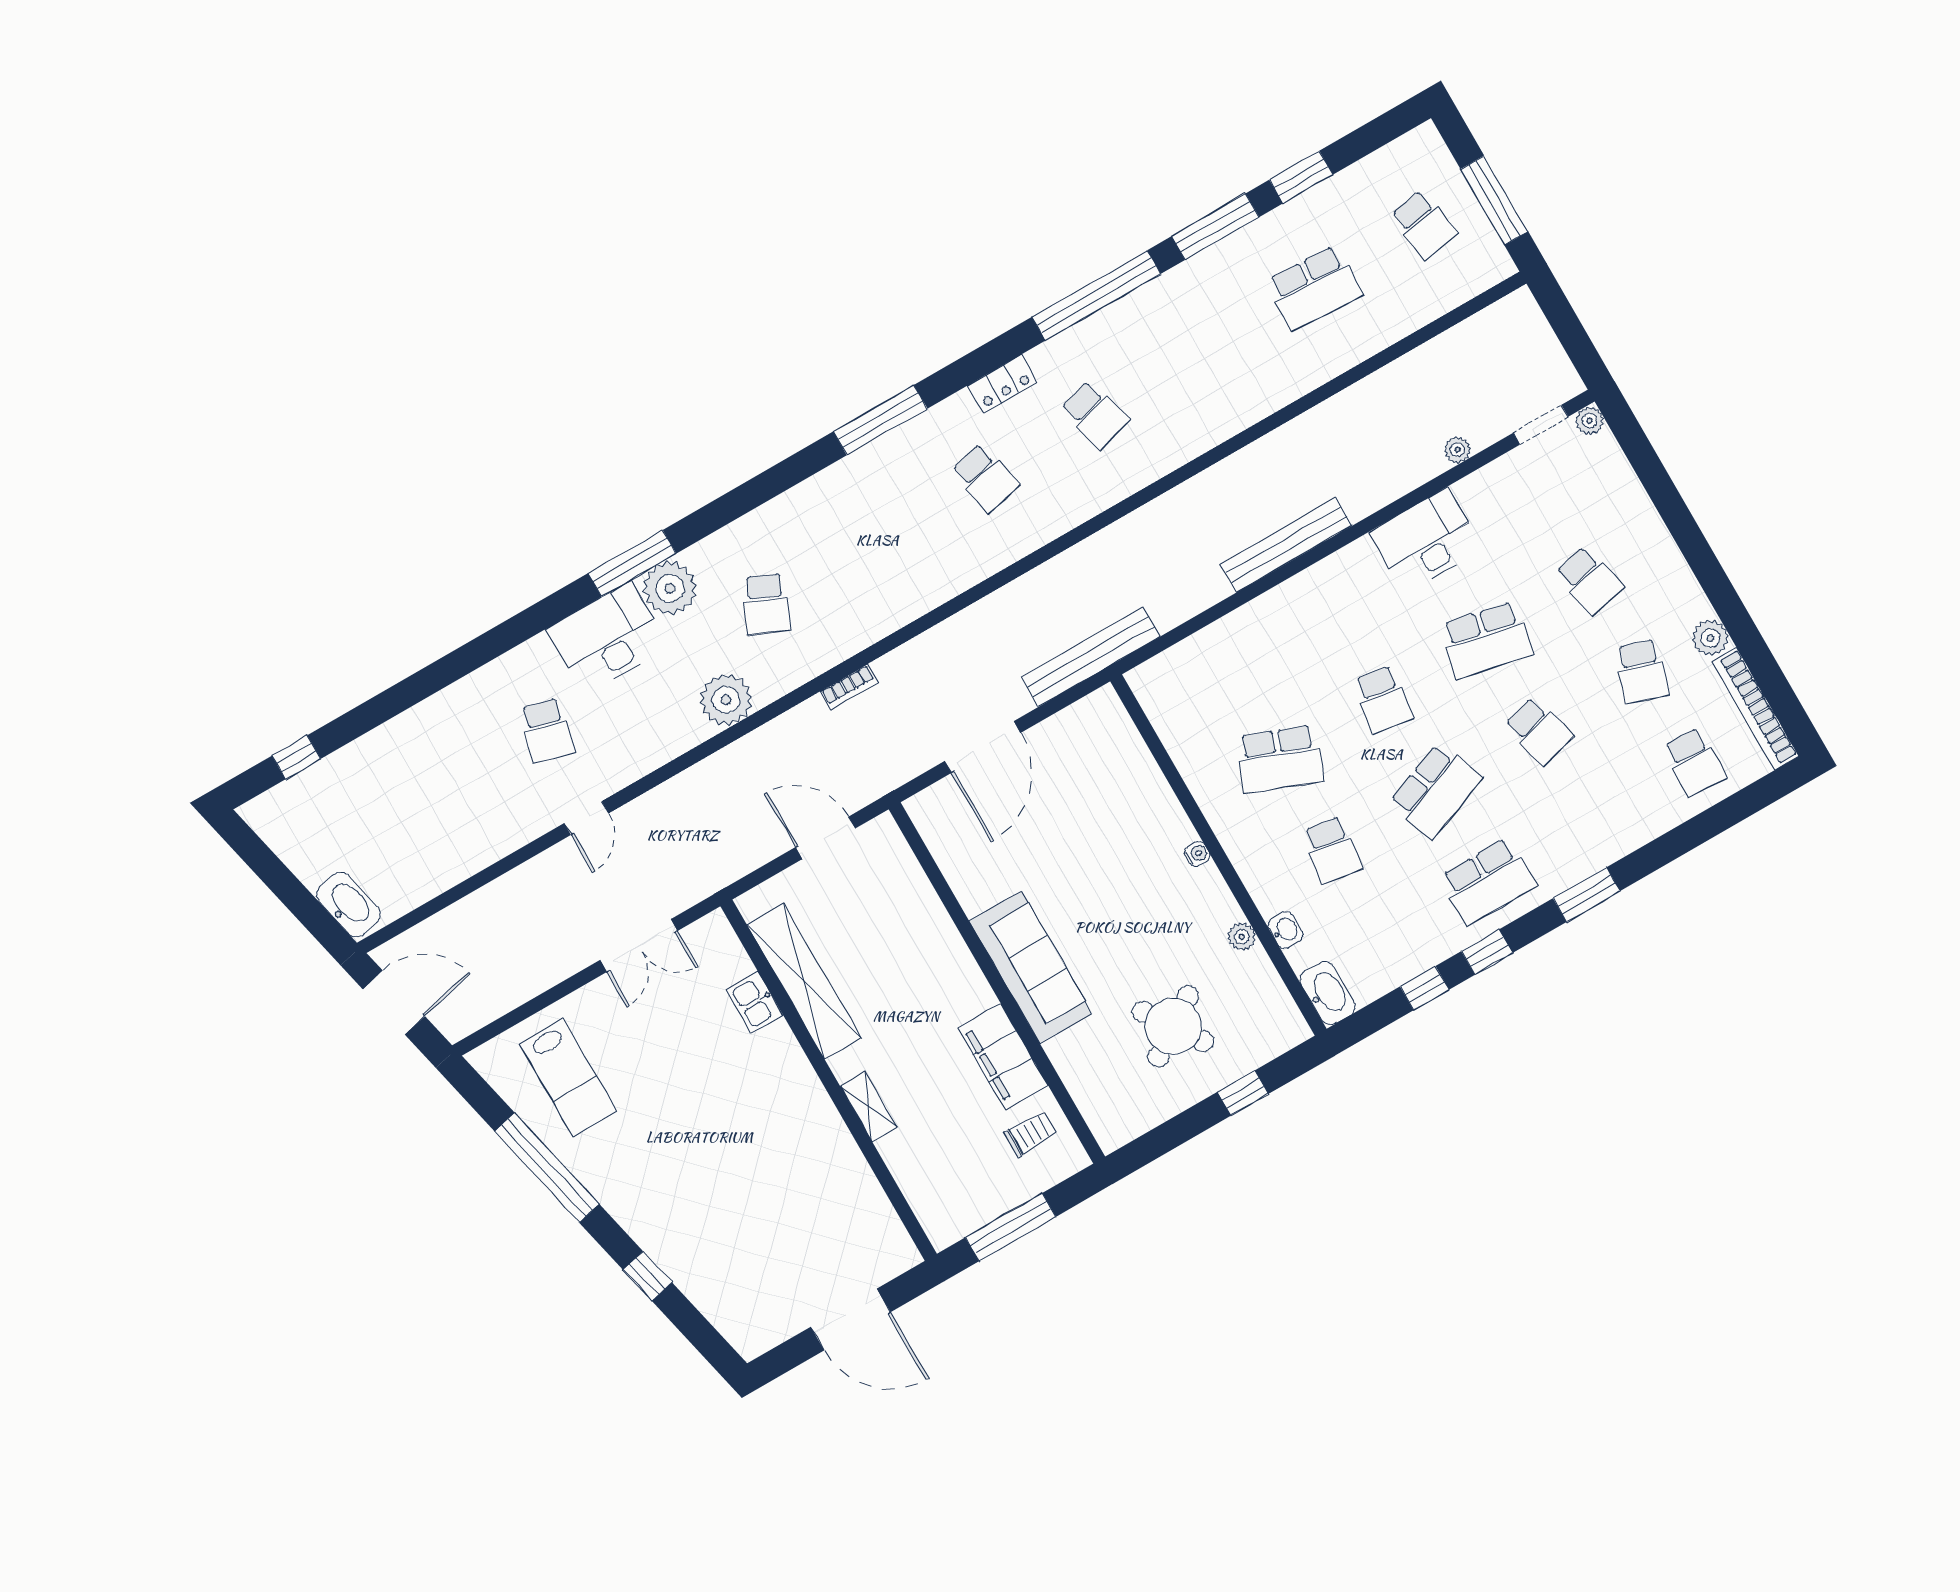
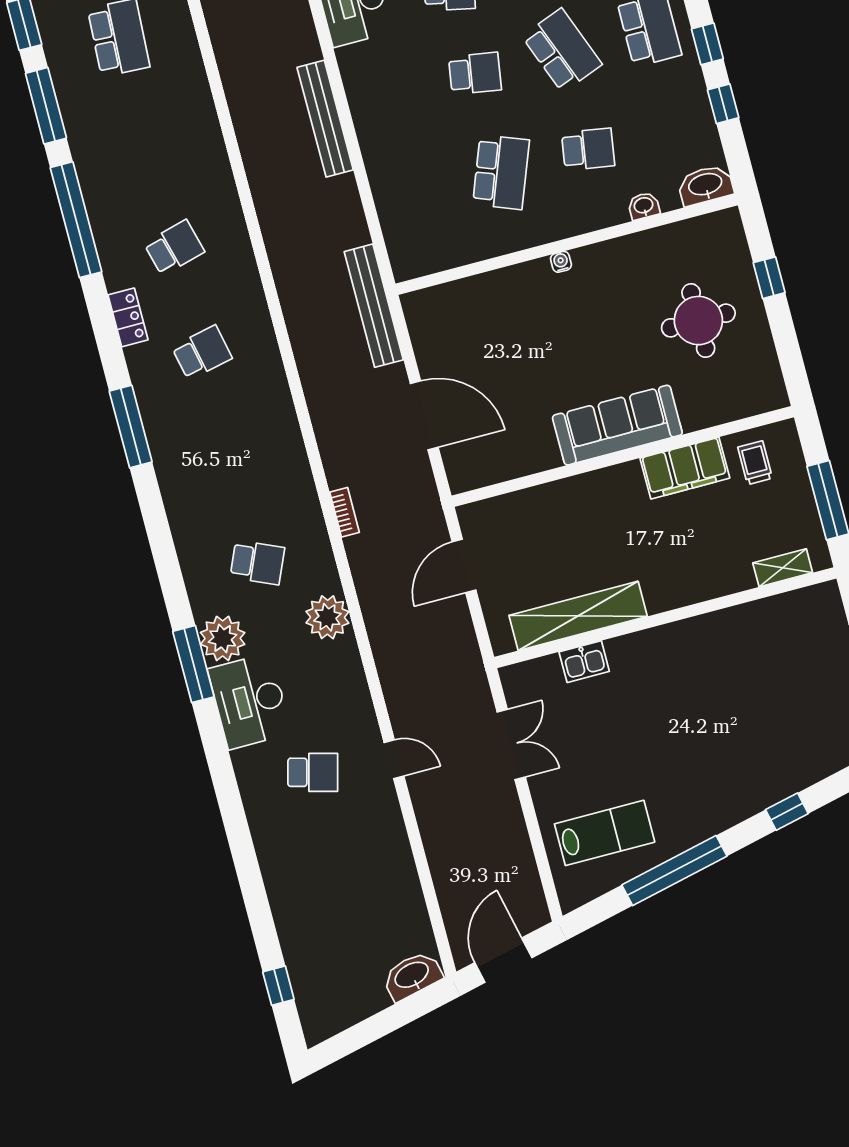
plant: (1242, 937) -> (639, 244), removed
round table: (1173, 1026) -> (698, 321), turned 34
shelving: (869, 1107) -> (783, 568), moved

